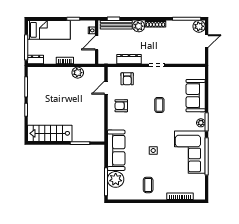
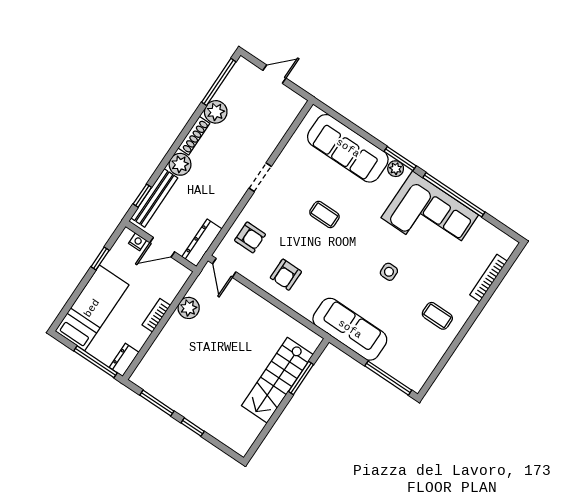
plant: (199, 26) -> (216, 112), moved
door: (207, 41) -> (274, 74), hinge flipped
door: (97, 43) -> (162, 247), hinge flipped
dresser: (129, 59) -> (202, 243), moved
door: (106, 88) -> (224, 268), moved
sofa: (196, 96) -> (348, 148), width x1.36
stairs: (50, 133) -> (277, 380), moved
plant: (116, 179) -> (395, 361), removed

